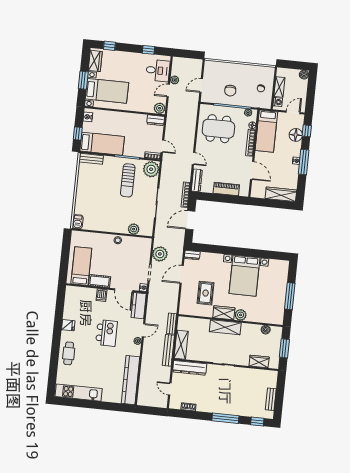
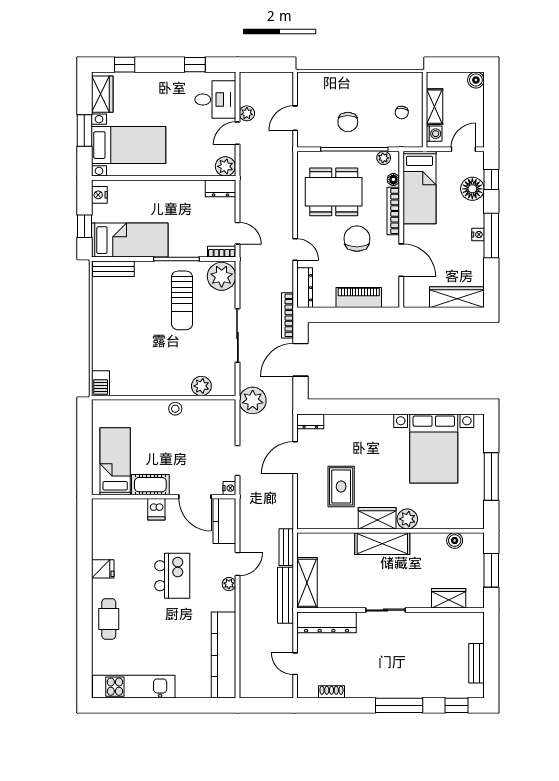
chair: (229, 156) -> (357, 239), added
plant: (160, 254) -> (253, 400), moved
bed with nightstands: (244, 276) -> (434, 448), moved

